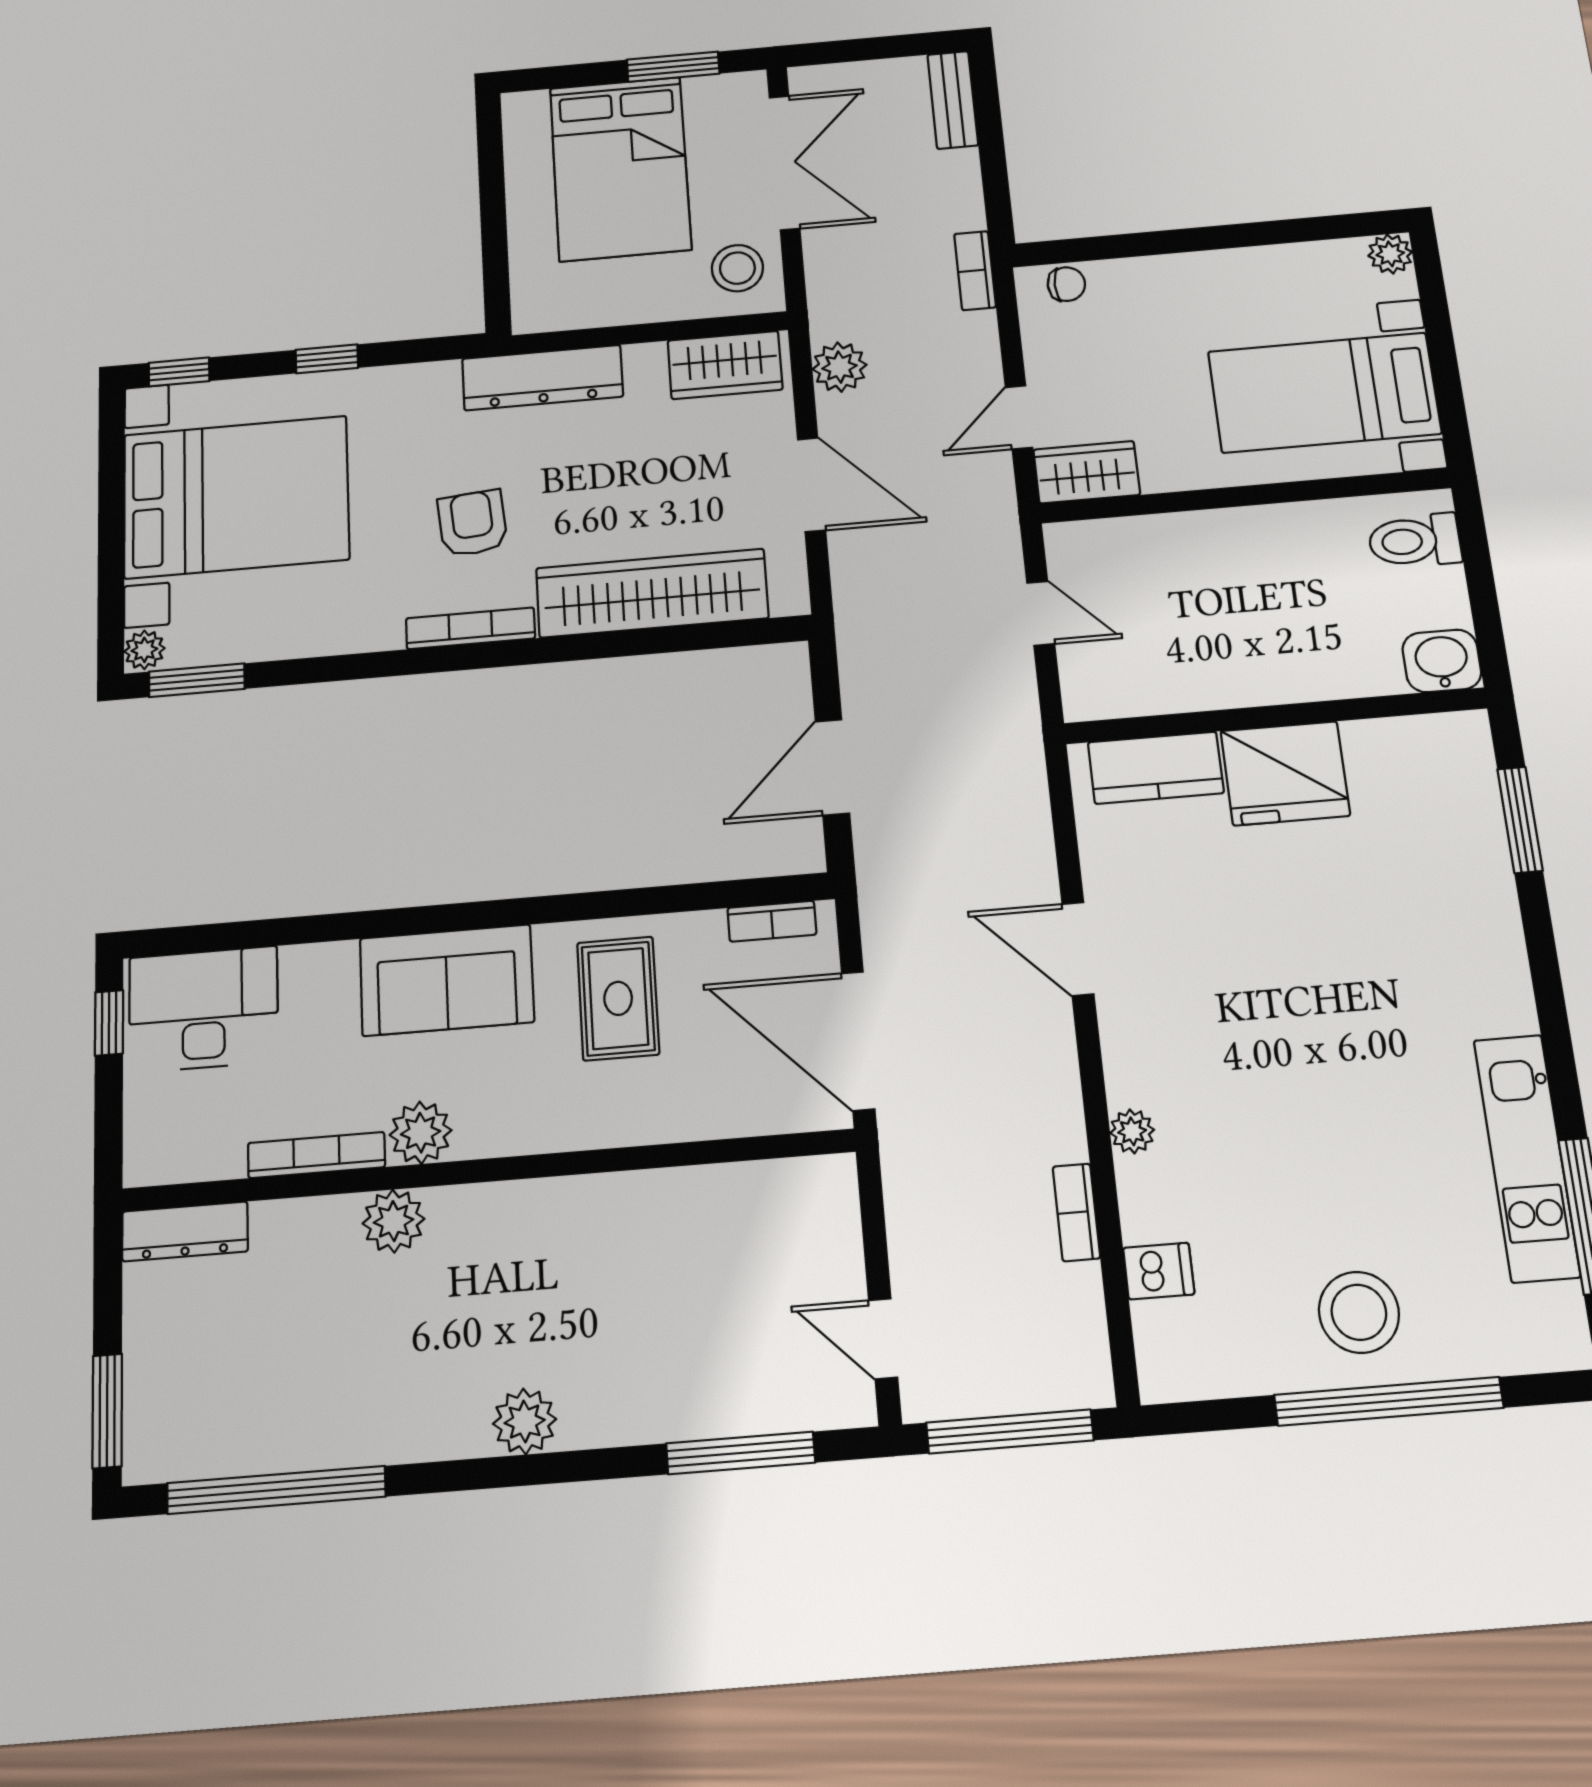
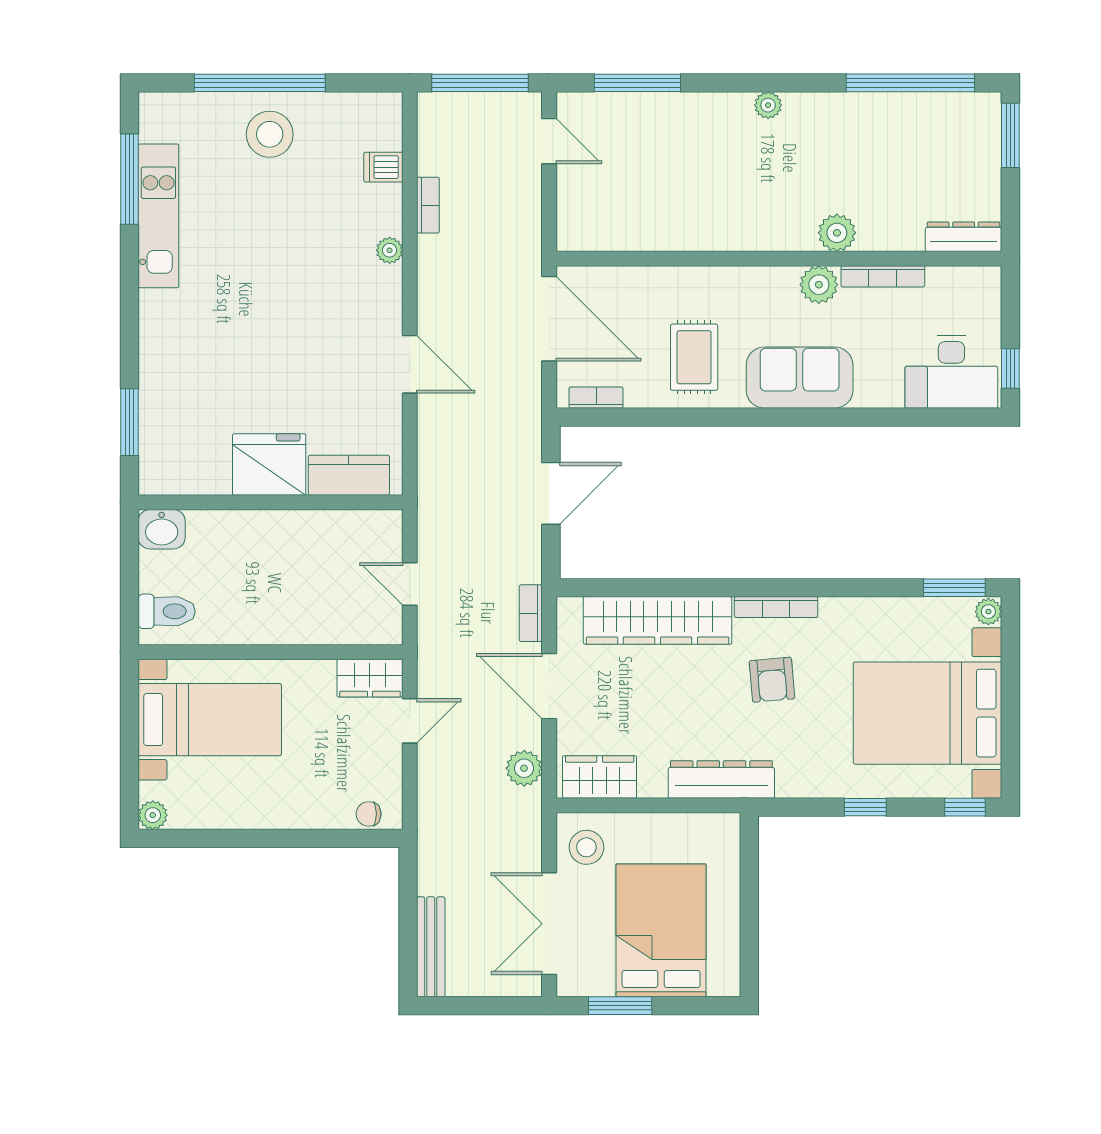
bench: (953, 100) -> (431, 947), width x1.36
bookcase: (975, 271) -> (531, 613), moved, turned 180
plant: (525, 1421) -> (768, 105), width x0.73, depth x0.73

